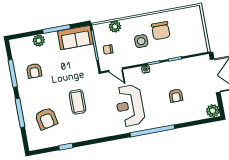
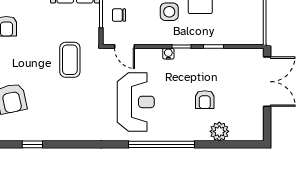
coffee table: (77, 102) -> (70, 60), moved
reception desk: (130, 106) -> (136, 102), turned 180
plant: (213, 111) -> (219, 131), moved

